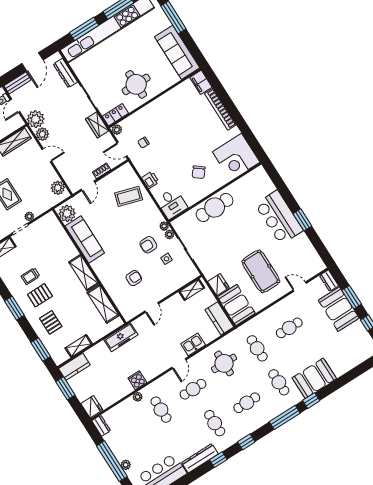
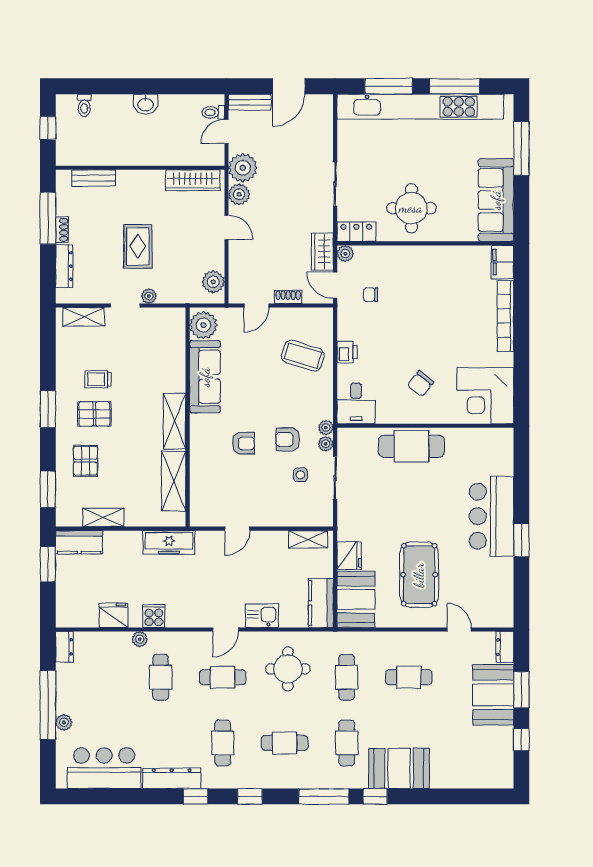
dresser: (65, 73) -> (324, 131), removed
wardrobe: (97, 125) -> (322, 252), moved
armchair: (134, 278) -> (243, 443), moved
fridge: (92, 407) -> (113, 615), moved, turned -90

